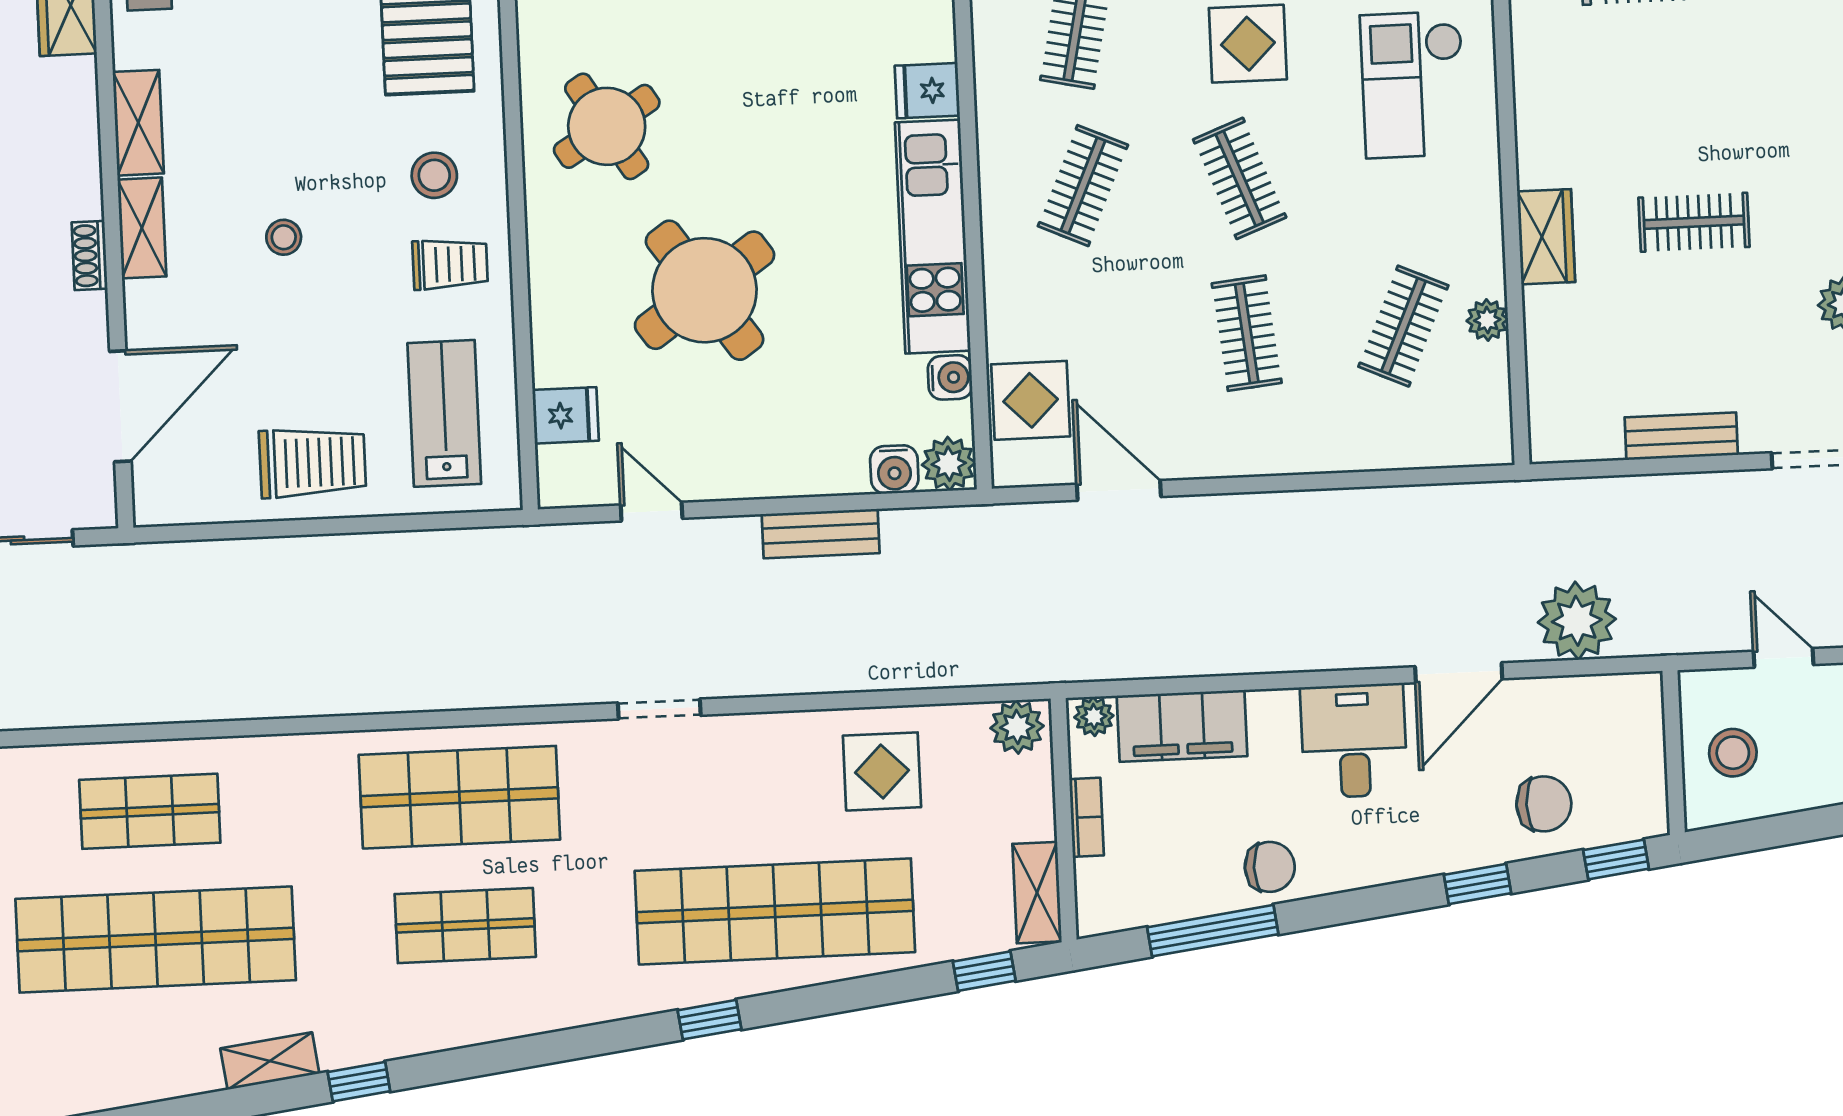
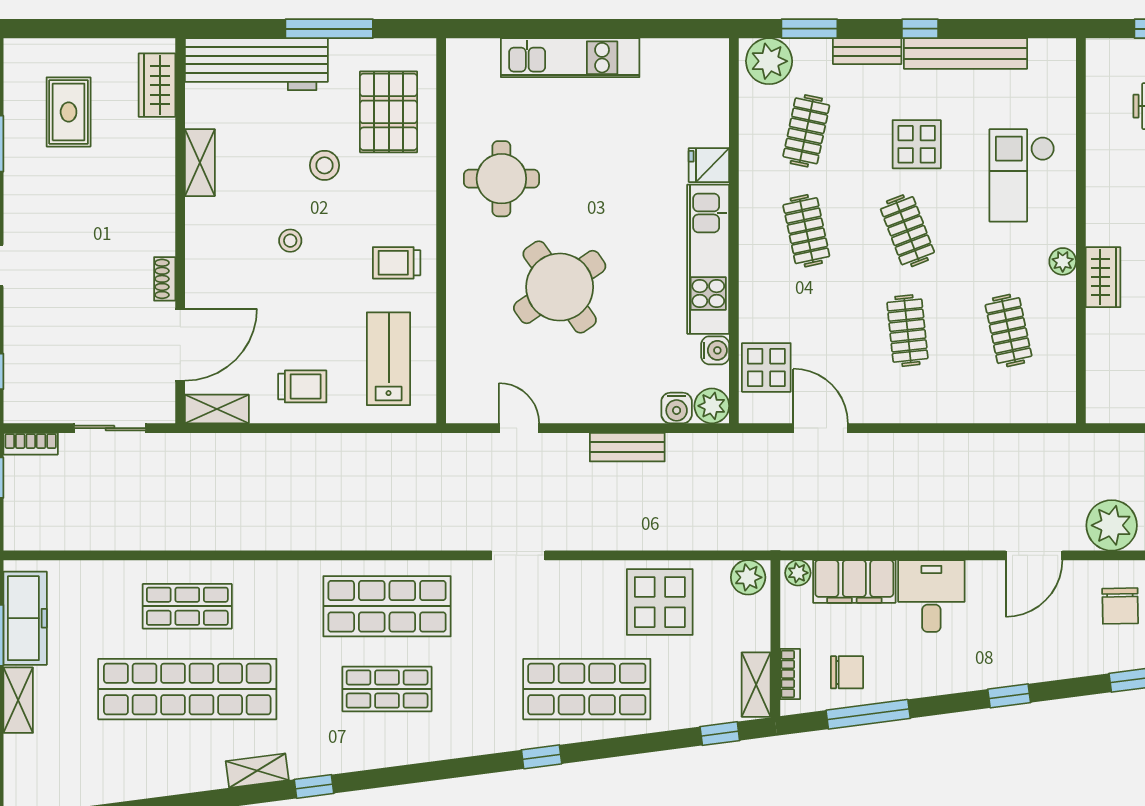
round table: (607, 126) -> (501, 179), turned 32
stool: (434, 175) -> (325, 165), moved
clothes rail: (1083, 186) -> (806, 231), turned -36
shelving: (142, 228) -> (217, 409), moved, turned 90
shoe rack: (90, 256) -> (165, 279), moved
trolley: (450, 264) -> (397, 263), turned 180
plant: (1487, 320) -> (1063, 261), moved
clothes rail: (1403, 326) -> (1009, 331), turned -36
fridge: (566, 415) -> (467, 364), removed
trolley: (312, 462) -> (302, 386), width x0.73, depth x0.72
desk: (1354, 741) -> (931, 596), moved
display table: (882, 771) -> (660, 602), width x1.36, depth x1.36
chair: (1544, 804) -> (1120, 606), moved, turned 89
bookcase: (1086, 817) -> (790, 674), moved
chair: (1270, 867) -> (847, 672), moved
window: (1478, 884) -> (1009, 696), moved
shop shelf: (775, 911) -> (587, 689), width x0.71

